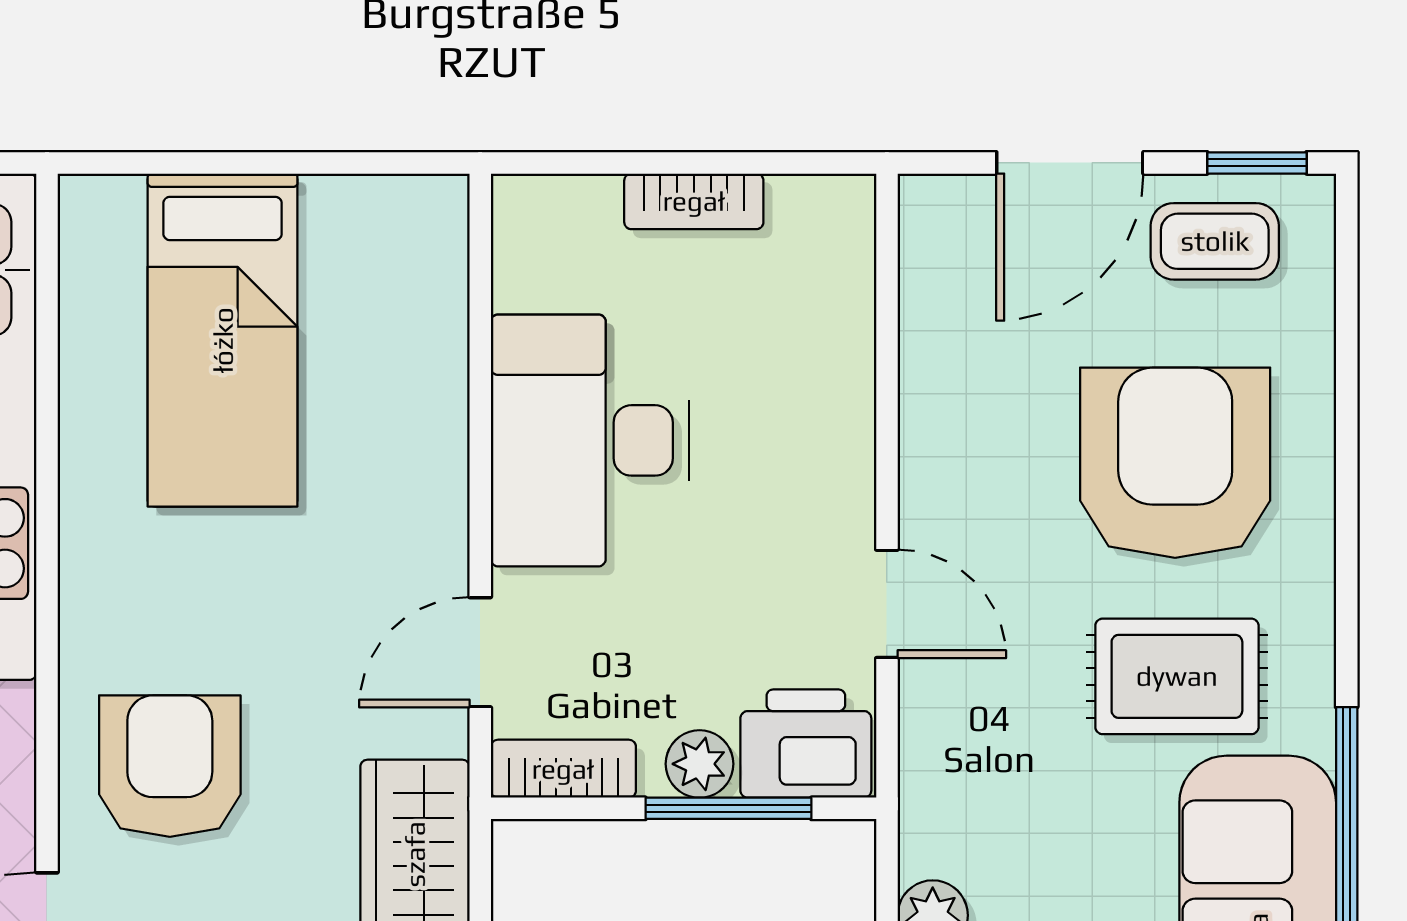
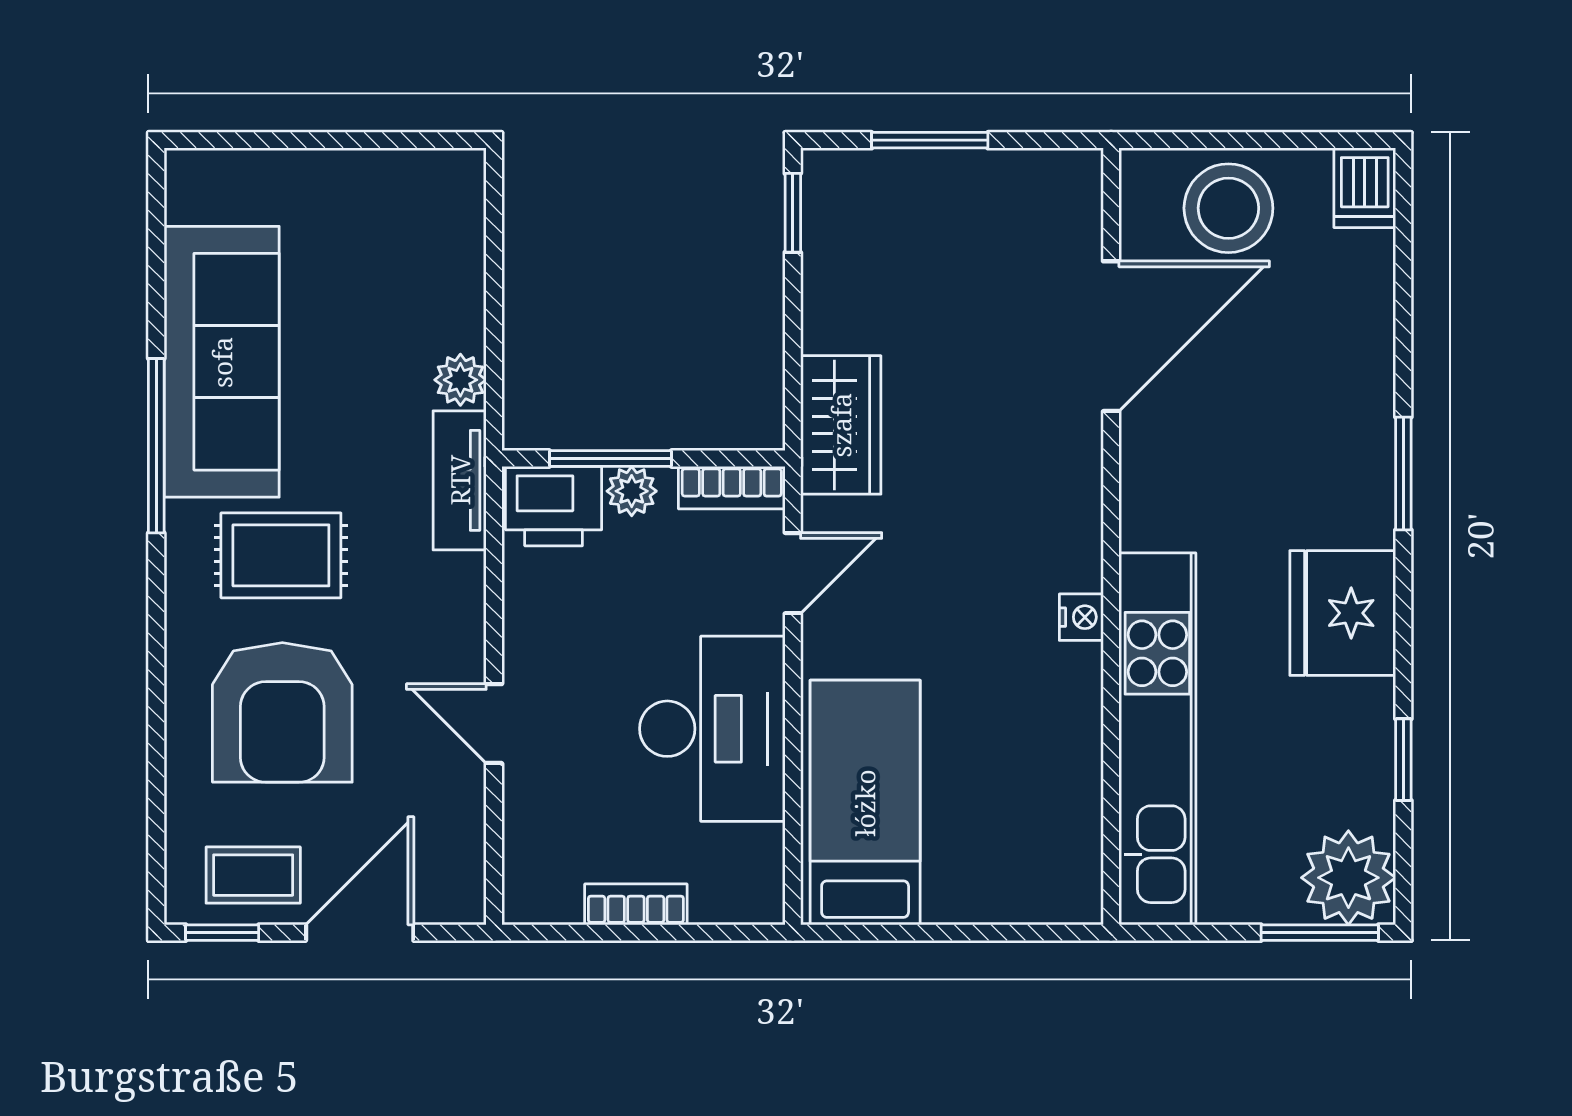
bed: (223, 340) -> (865, 803), moved
nightstand: (88, 592) -> (1081, 617), added
door: (887, 604) -> (494, 724), moved
armchair: (170, 766) -> (1021, 490), removed
tv unit: (934, 779) -> (460, 480), added

